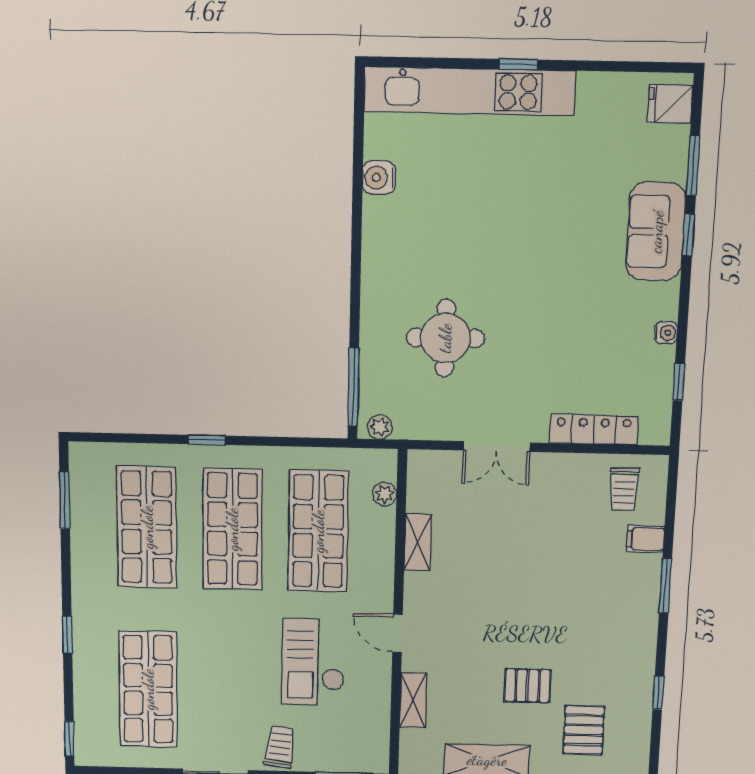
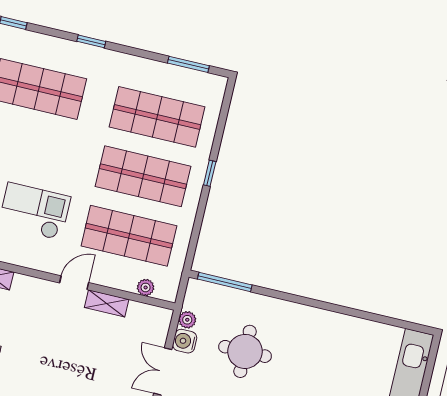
water cooler: (379, 178) -> (185, 341), moved, turned -90
plant: (380, 427) -> (187, 320), moved
door: (397, 633) -> (74, 283), moved

